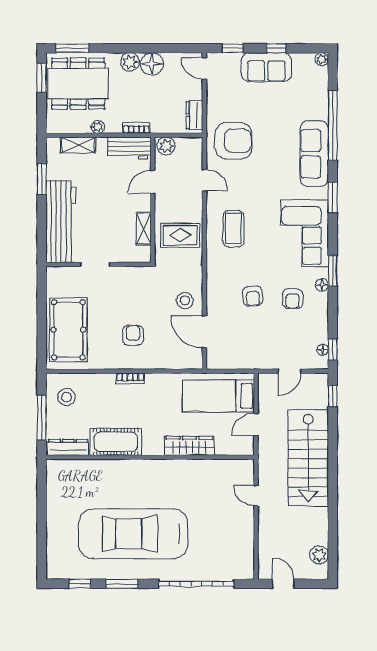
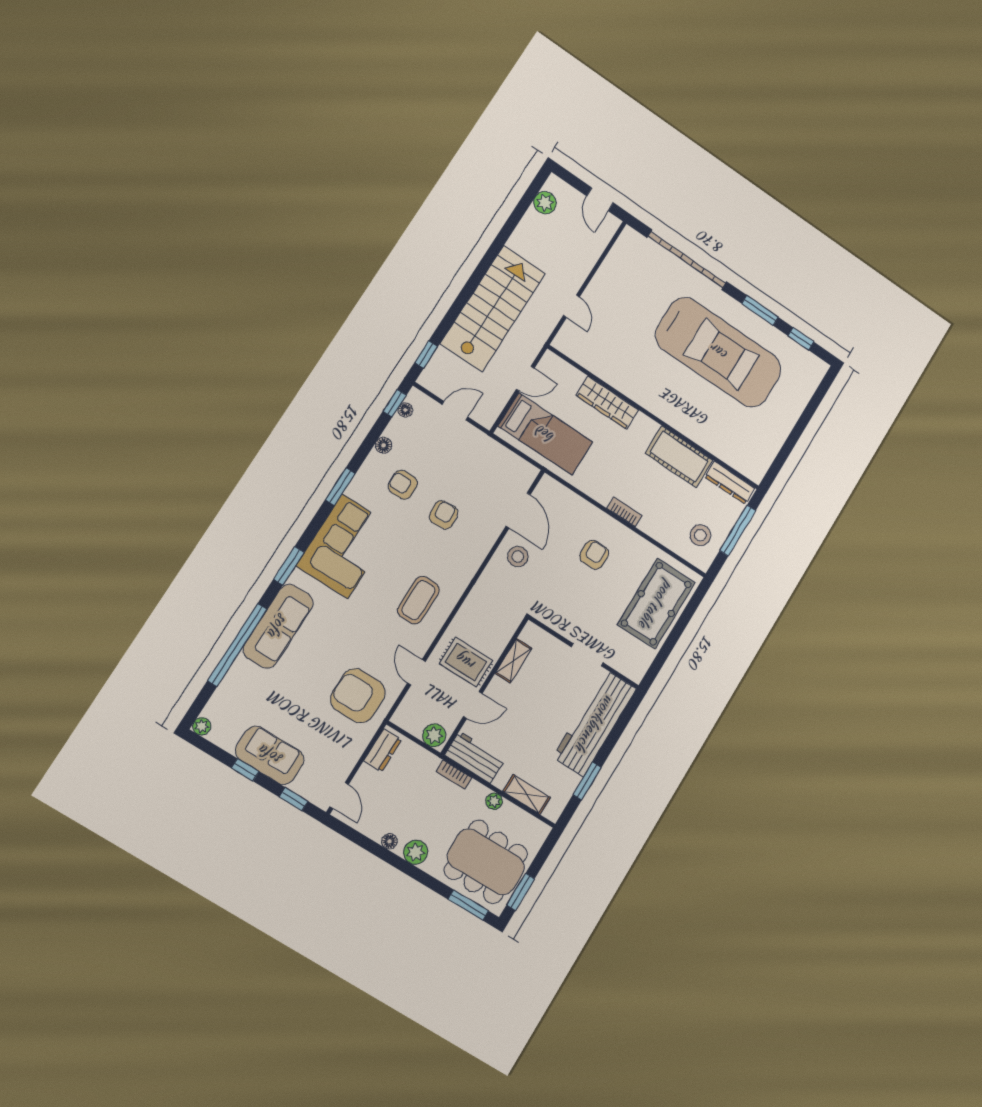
floor lamp: (152, 64) -> (389, 841), width x0.53, depth x0.53
rug: (180, 235) -> (466, 662), moved
floor lamp: (322, 285) -> (384, 445), moved
armchair: (293, 299) -> (403, 485), turned -90
armchair: (133, 335) -> (594, 555), turned 180

